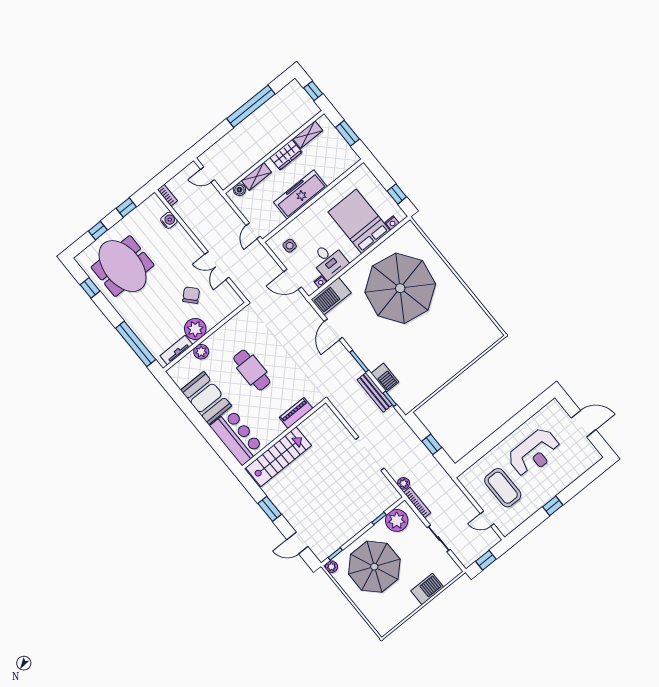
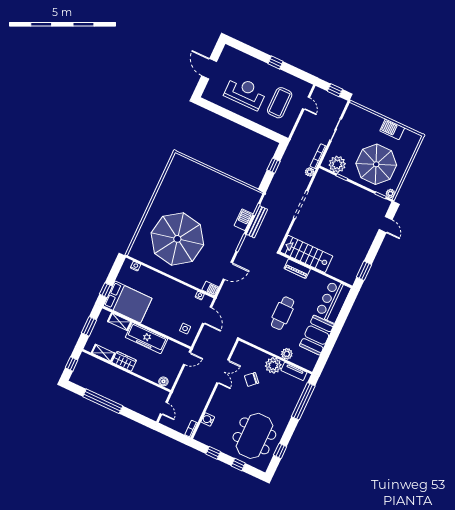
shelving: (256, 176) -> (119, 322), moved
window: (397, 194) -> (106, 290), moved
bed: (359, 221) -> (128, 302), moved, turned -90
desk: (329, 261) -> (182, 297), removed
barbecue: (331, 296) -> (210, 288), width x0.53, depth x0.65
stairs: (278, 457) -> (306, 254), moved
window: (270, 509) -> (364, 271), moved
barbecue: (427, 589) -> (392, 129), moved

